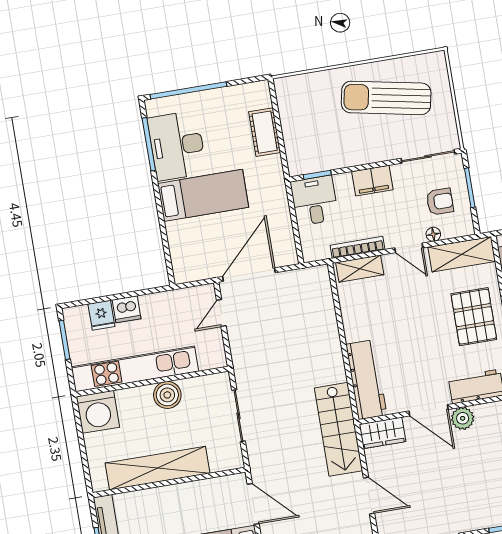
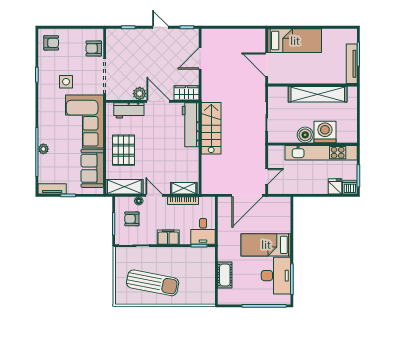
dishwasher: (127, 309) -> (350, 187), moved
washing machine: (98, 412) -> (325, 132), moved
stairs: (338, 429) -> (211, 128), moved
door: (369, 496) -> (200, 58), hinge flipped

